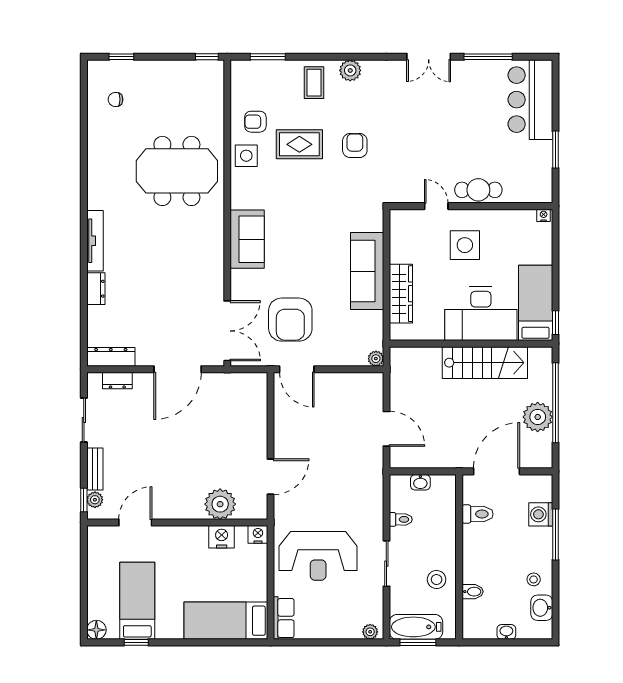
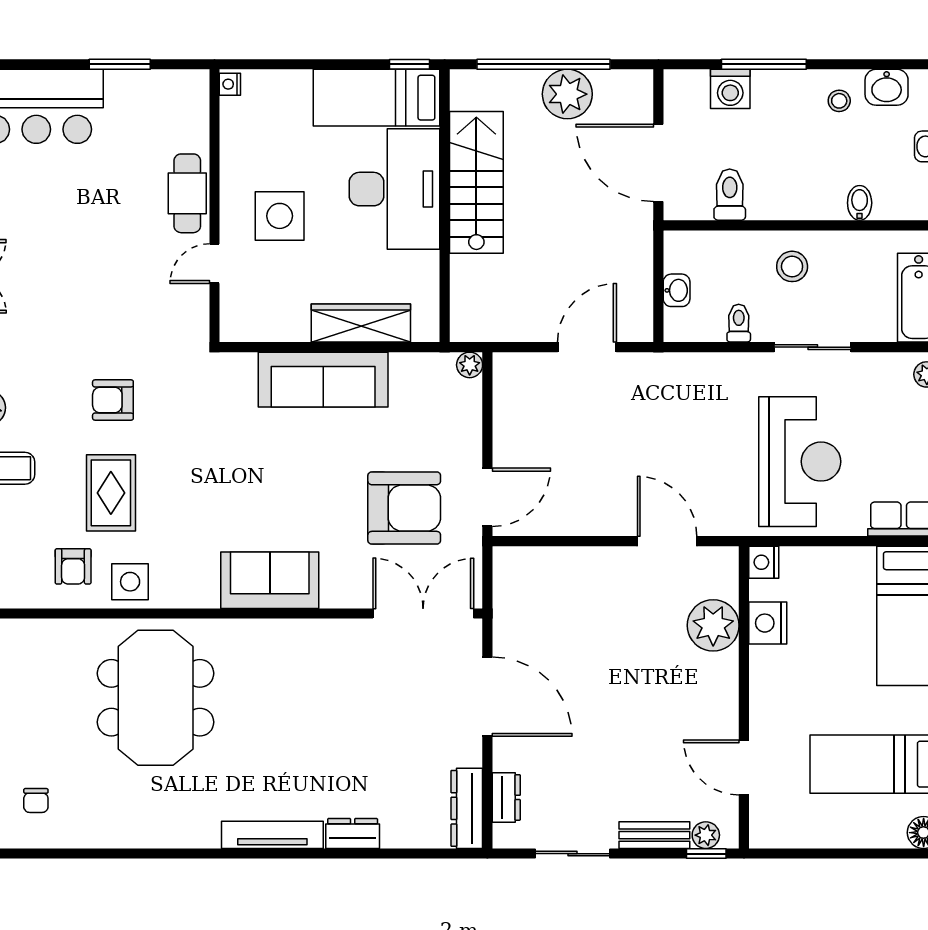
stool: (437, 580) -> (792, 266), moved

